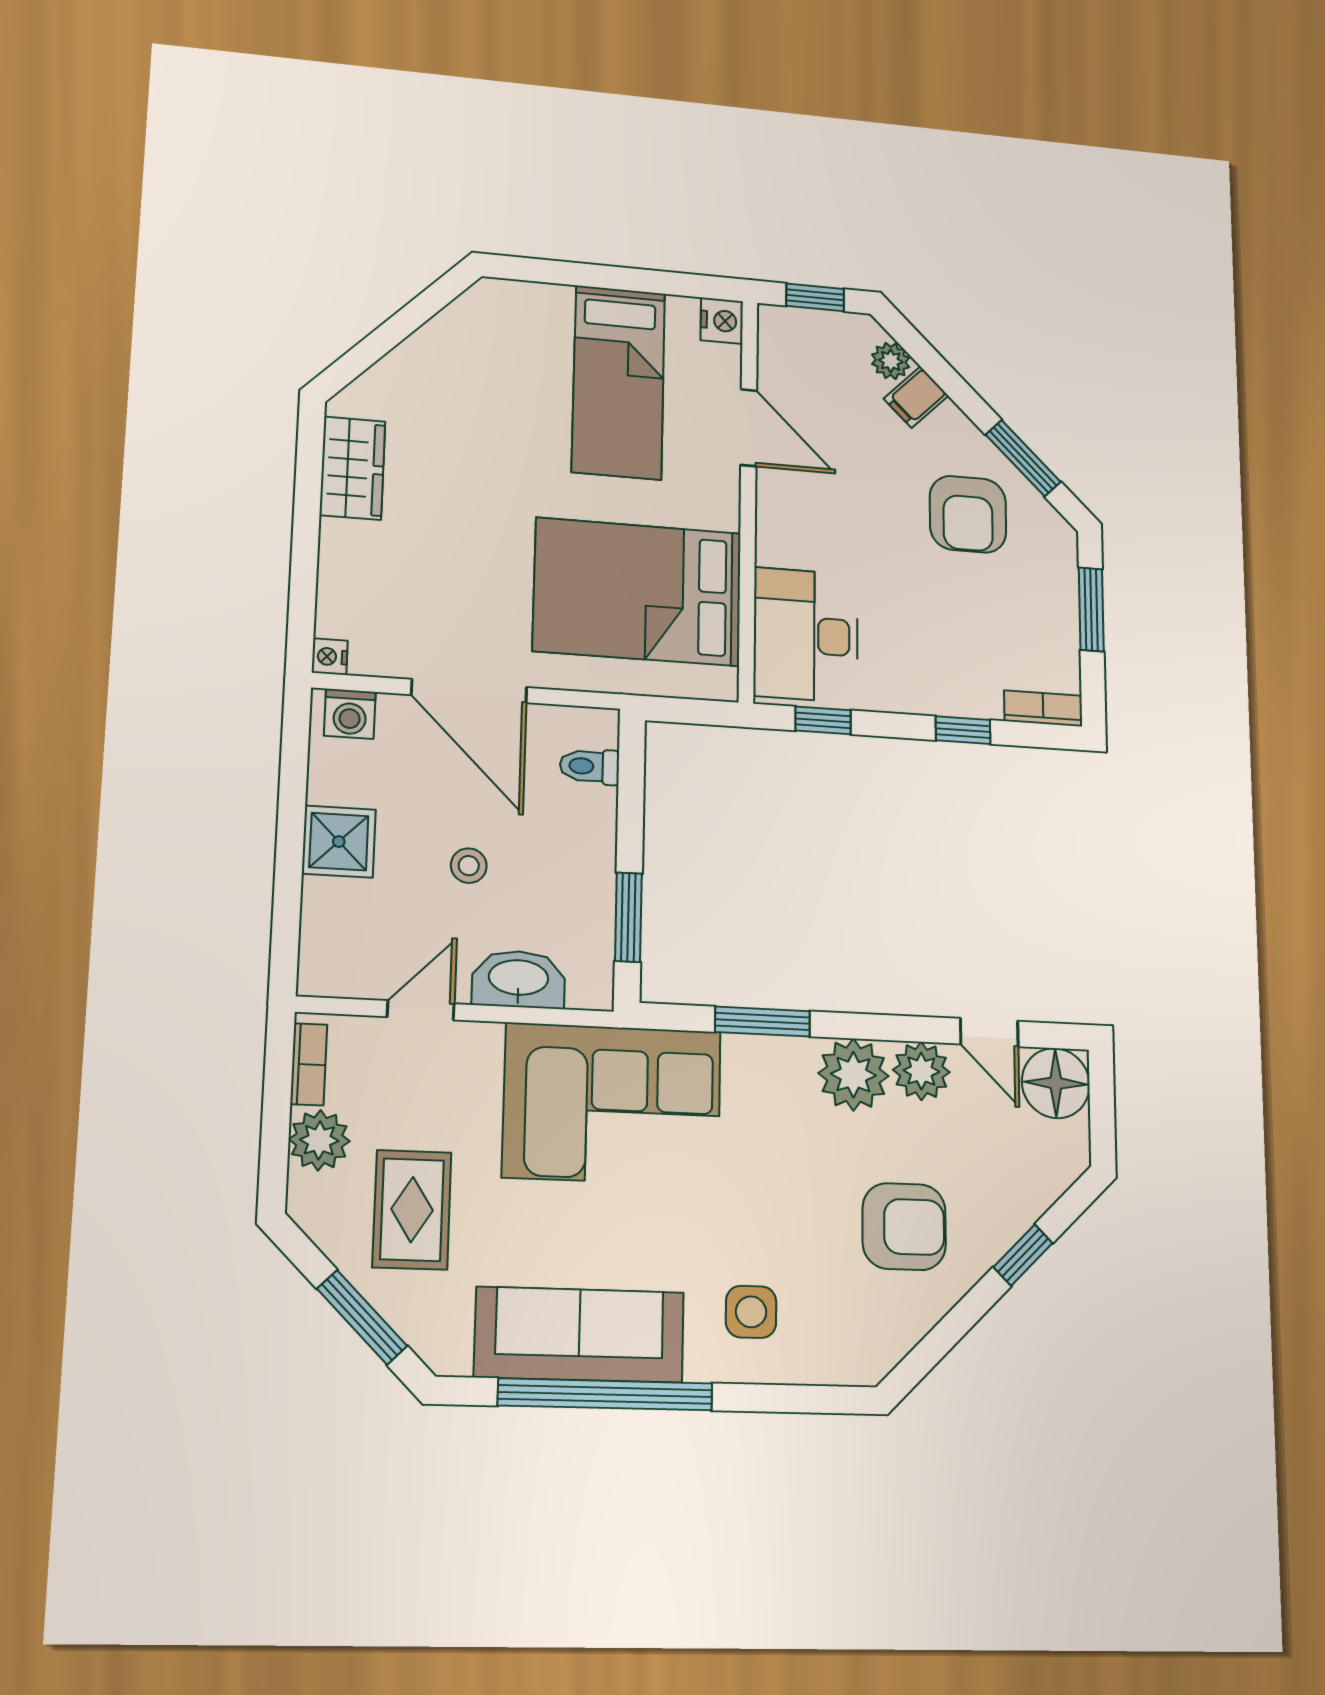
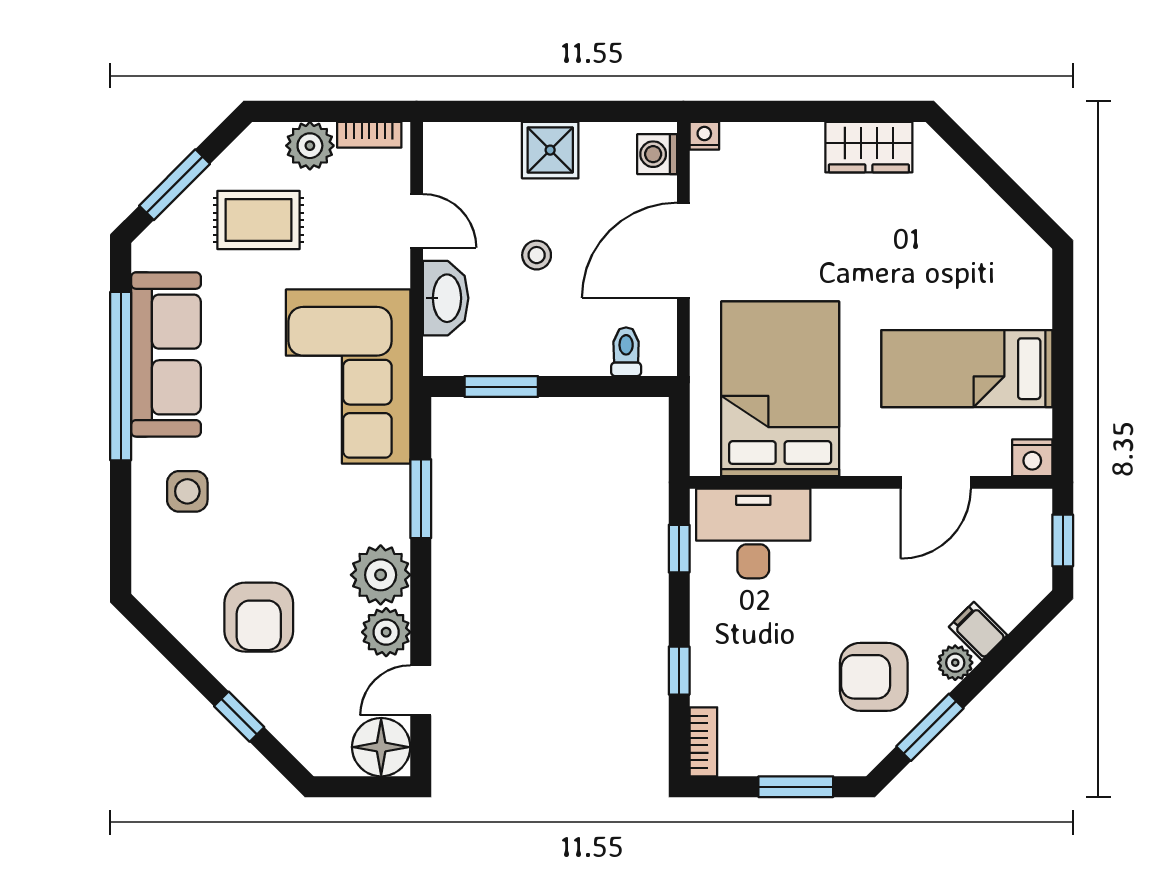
plant: (891, 361) -> (955, 663), moved

